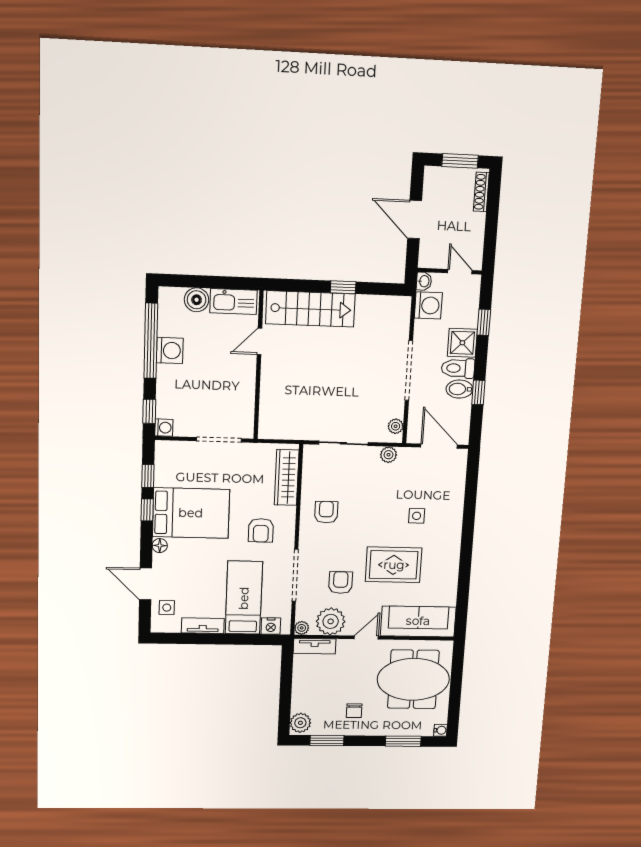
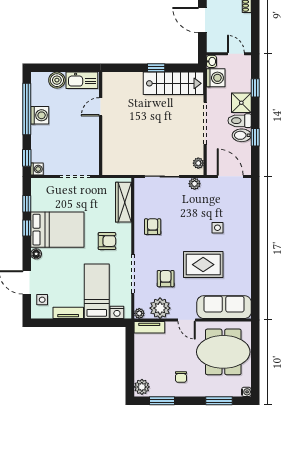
stairs: (310, 309) -> (174, 83), moved
armchair: (261, 530) -> (107, 241), turned -90
door: (366, 638) -> (187, 320), swing flipped

